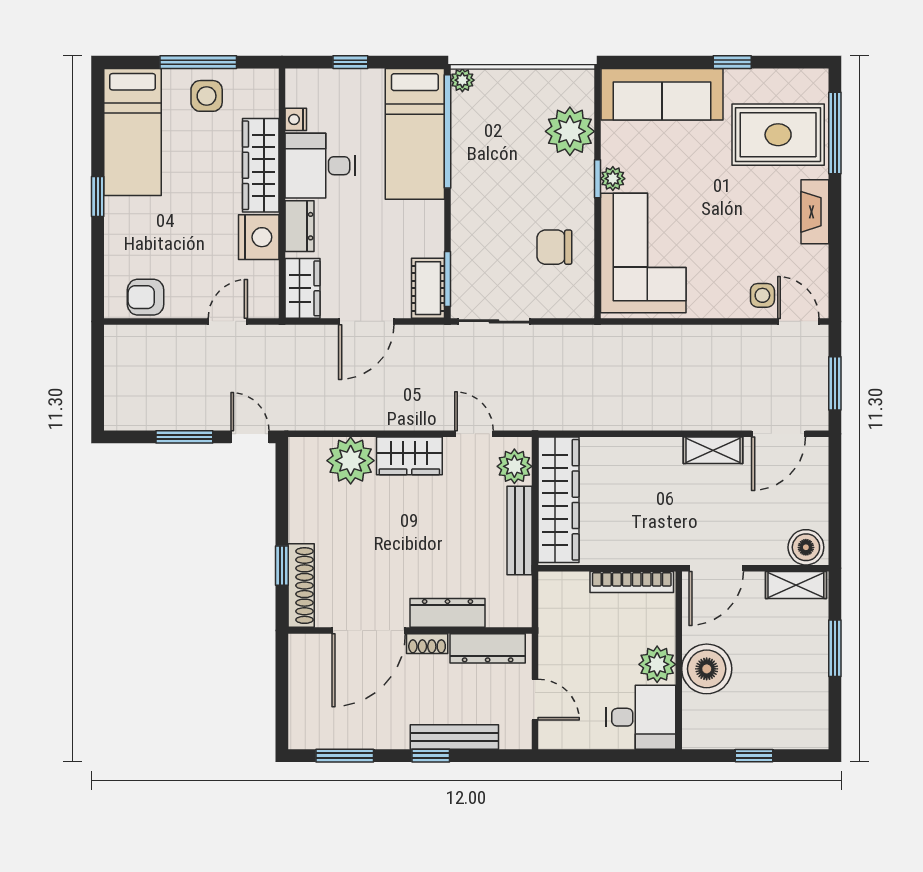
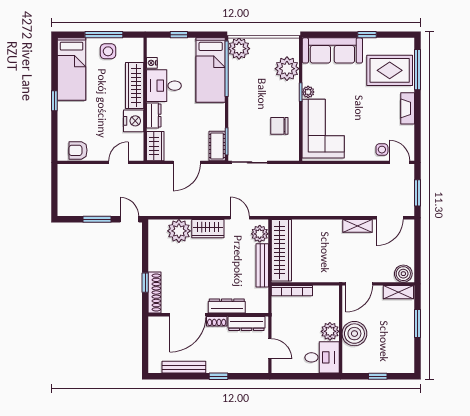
plant: (462, 80) -> (239, 49), width x1.88, depth x1.88
bookcase: (632, 582) -> (292, 291), moved
bench: (454, 737) -> (184, 367), moved
window: (345, 756) -> (176, 376), removed

